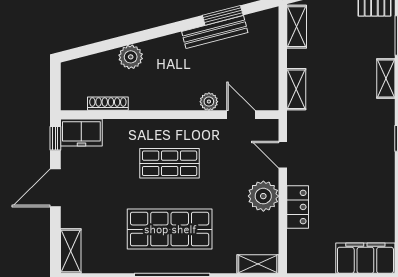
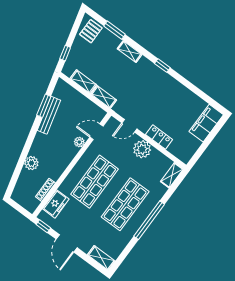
shelving: (297, 27) -> (83, 82), moved
freezer: (81, 132) -> (56, 204), moved
shop shelf: (170, 163) -> (95, 182), width x1.43, depth x1.36

